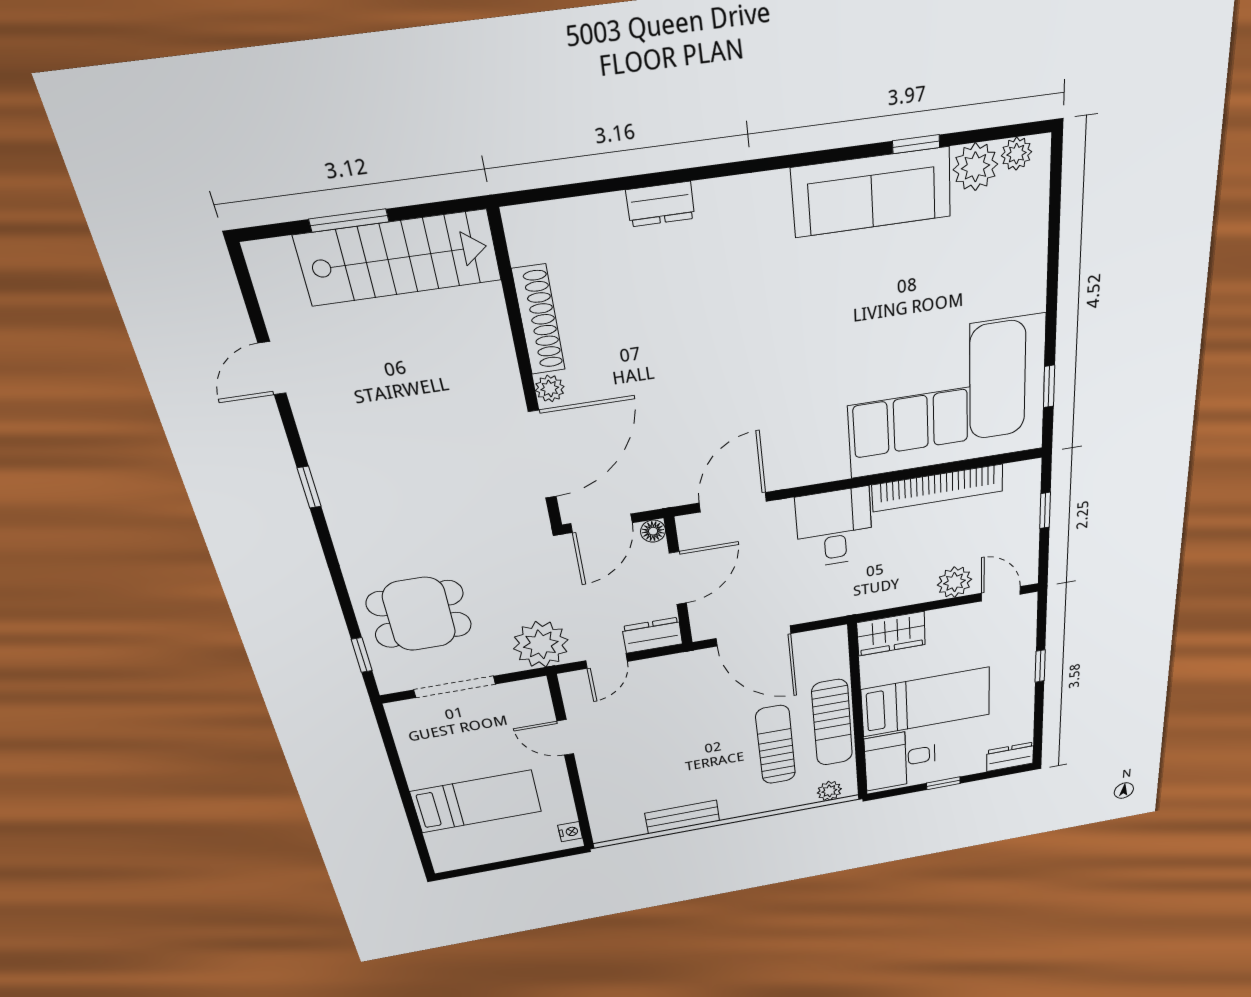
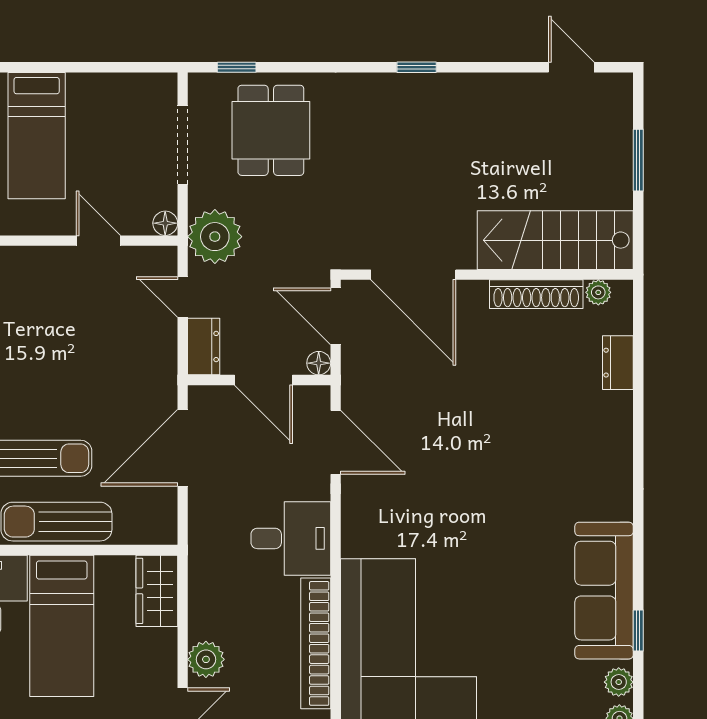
plant: (975, 167) -> (619, 682), width x0.73, depth x0.73
dresser: (660, 204) -> (618, 363), moved
stairs: (399, 258) -> (555, 240), moved, turned 90
door: (272, 368) -> (571, 67), moved
plant: (550, 388) -> (598, 292), moved
floor lamp: (537, 688) -> (165, 223), added
door: (565, 738) -> (98, 241), hinge flipped

